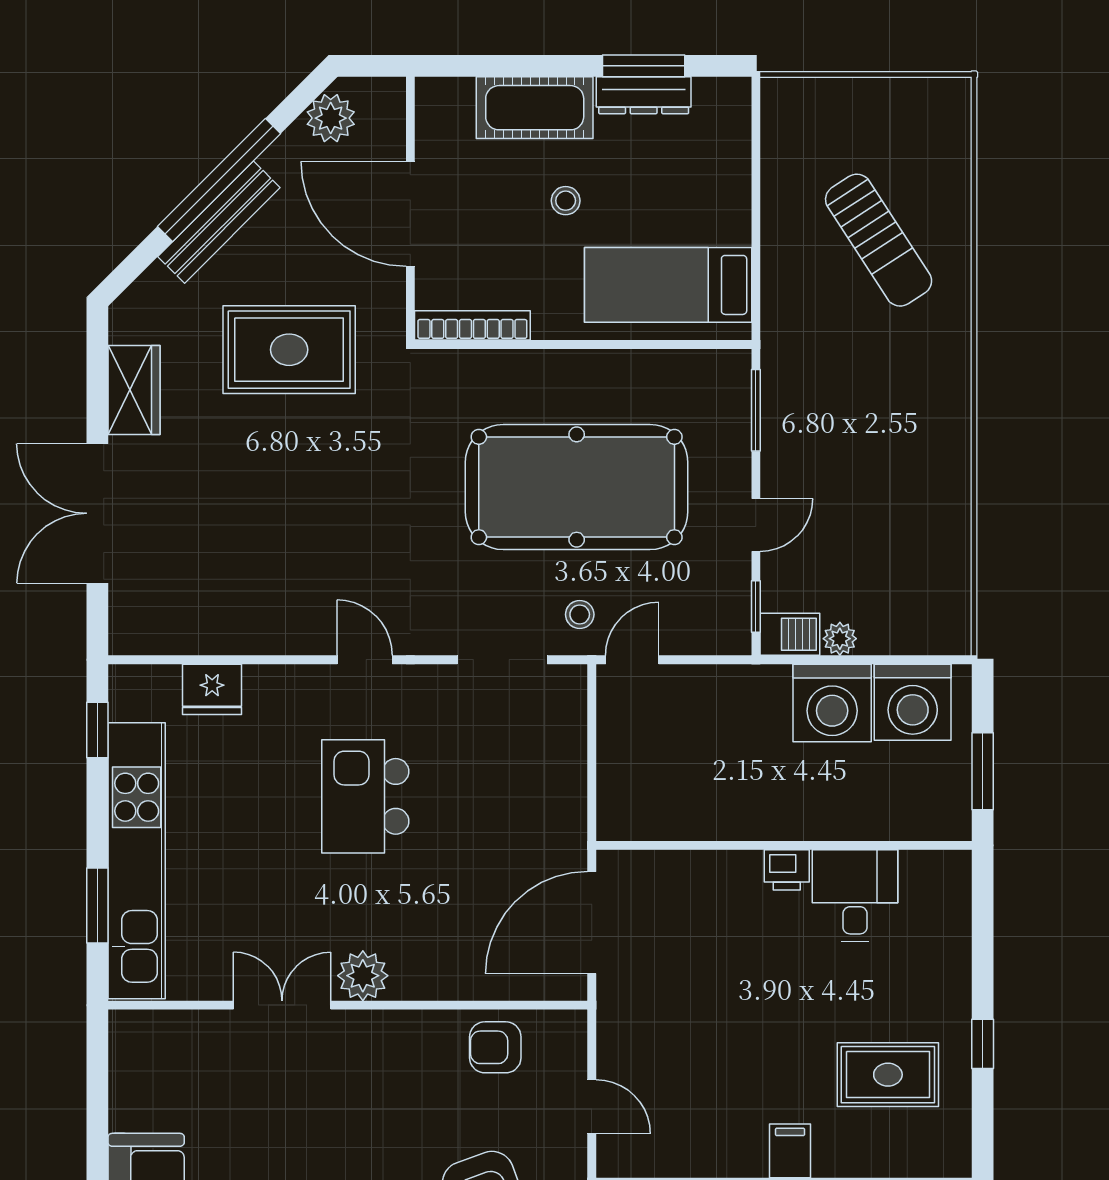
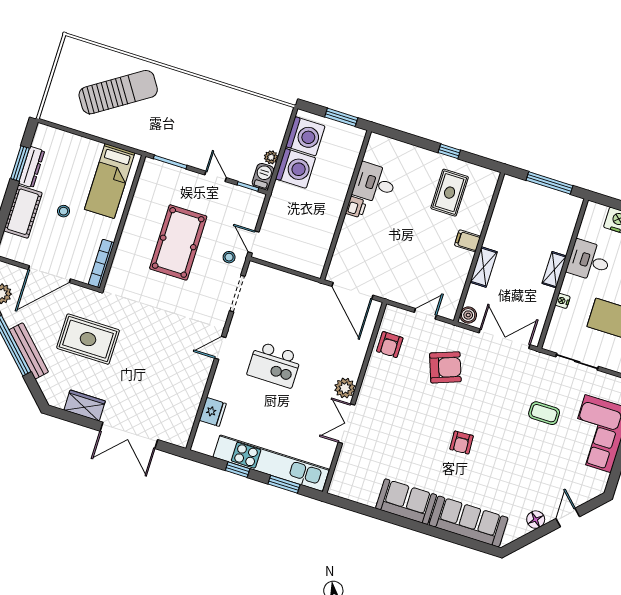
sun lounger: (879, 240) -> (118, 92), width x1.36, depth x1.34
rug: (289, 350) -> (88, 339), turned 90
pool table: (577, 487) -> (178, 242), width x0.73, depth x0.76
window: (97, 730) -> (238, 470), moved

